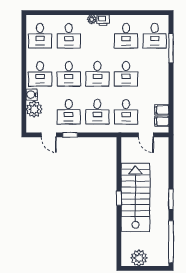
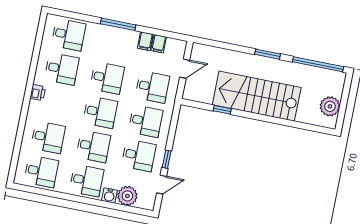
plant: (92, 19) -> (34, 106), removed
window: (171, 48) -> (118, 24), moved
filing cabinet: (162, 121) -> (145, 41), moved
window: (119, 198) -> (222, 110), moved

